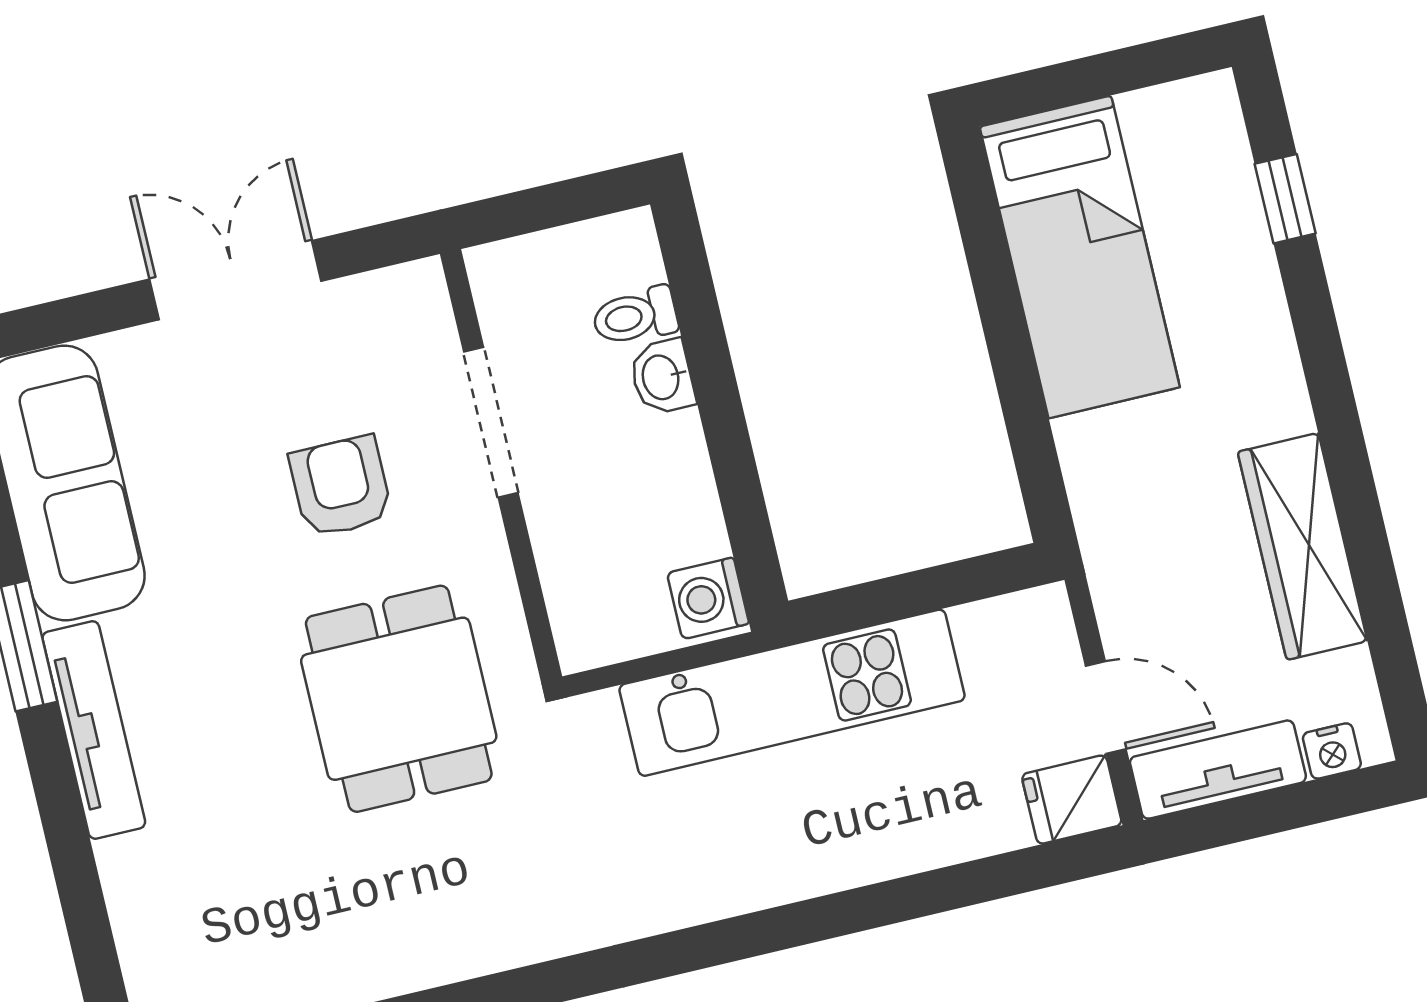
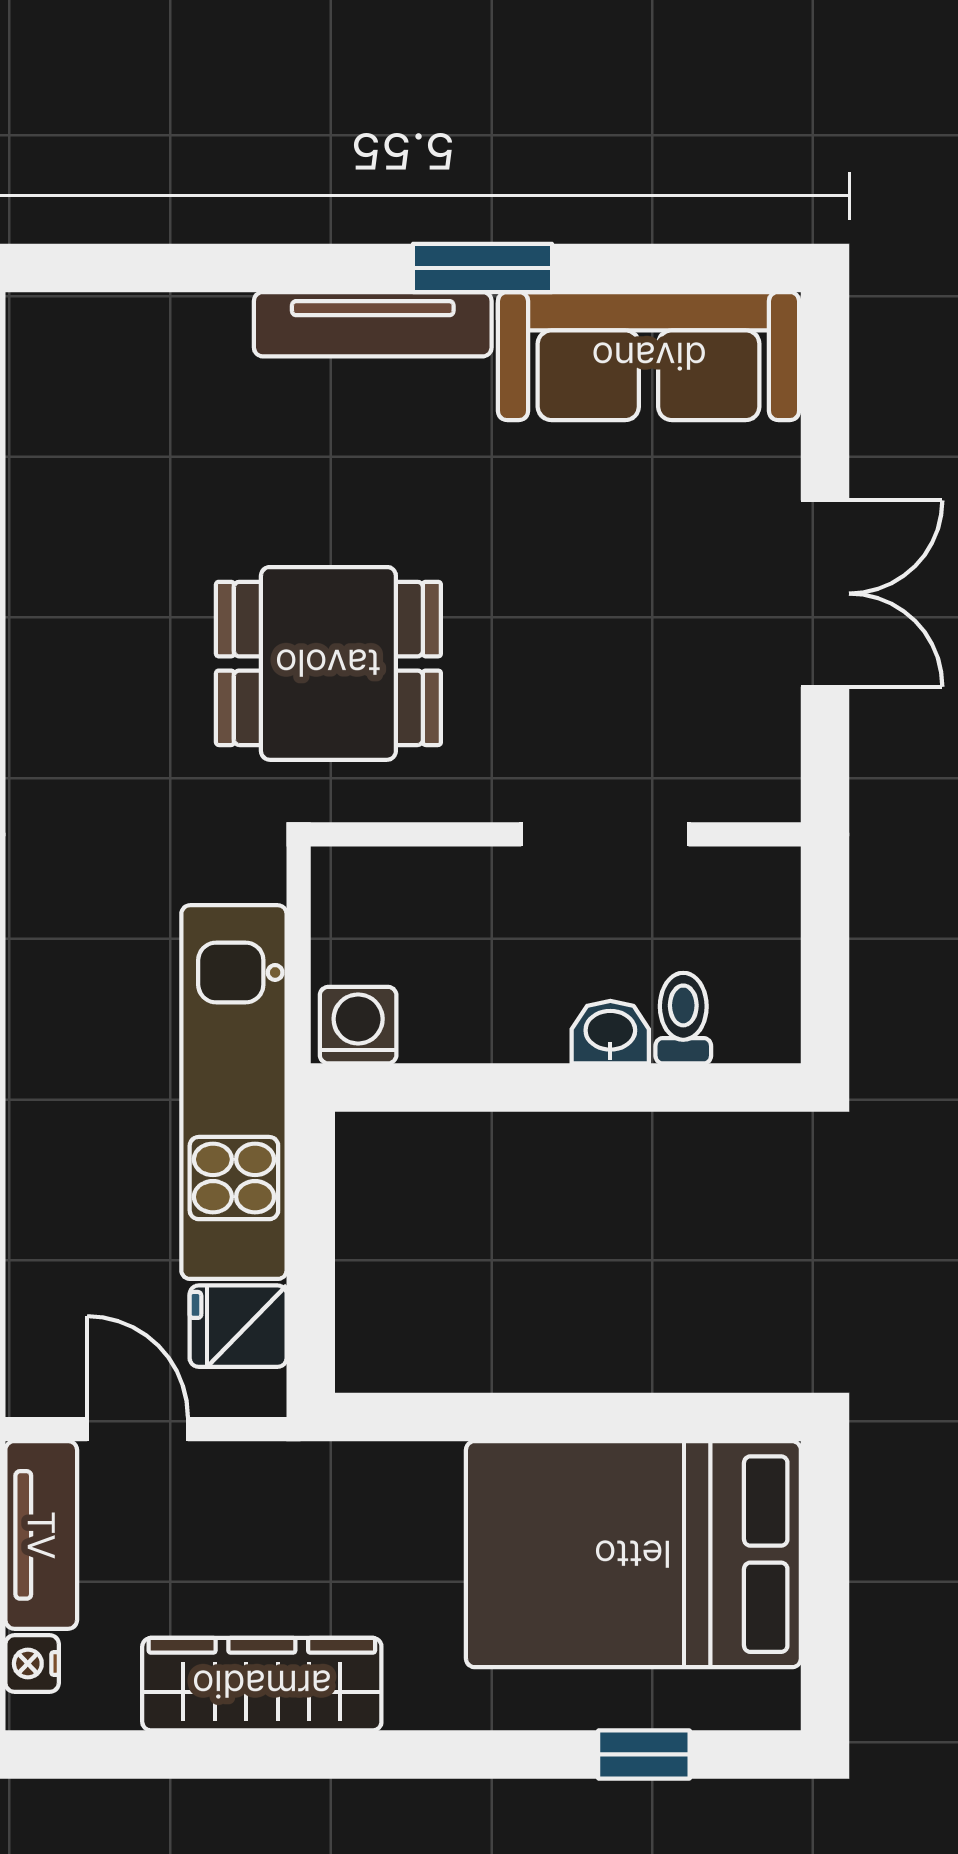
bed: (1080, 257) -> (633, 1554), width x1.50
armchair: (341, 487) -> (574, 655), removed
door: (1106, 707) -> (137, 1429), swing flipped
fridge: (1072, 800) -> (238, 1326), moved, turned -90

